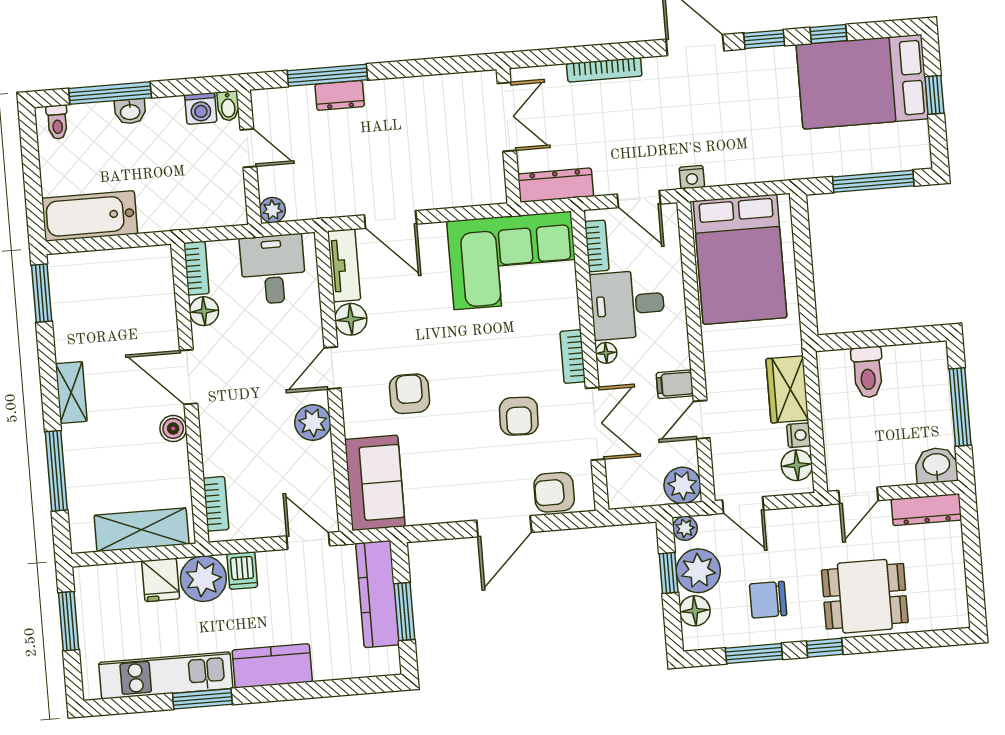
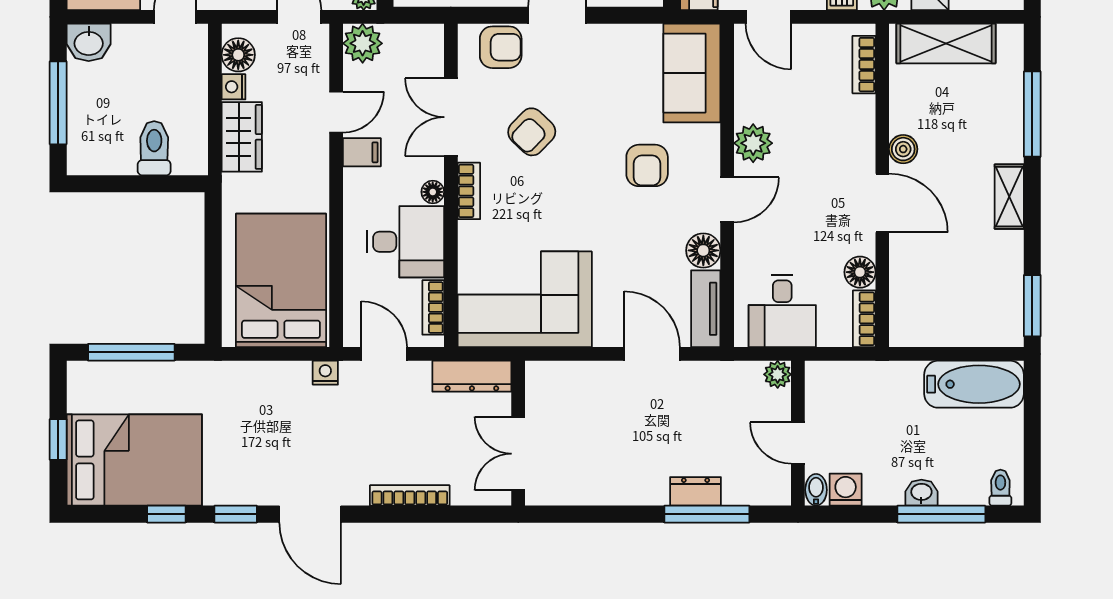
armchair: (519, 416) -> (532, 132), turned -138

